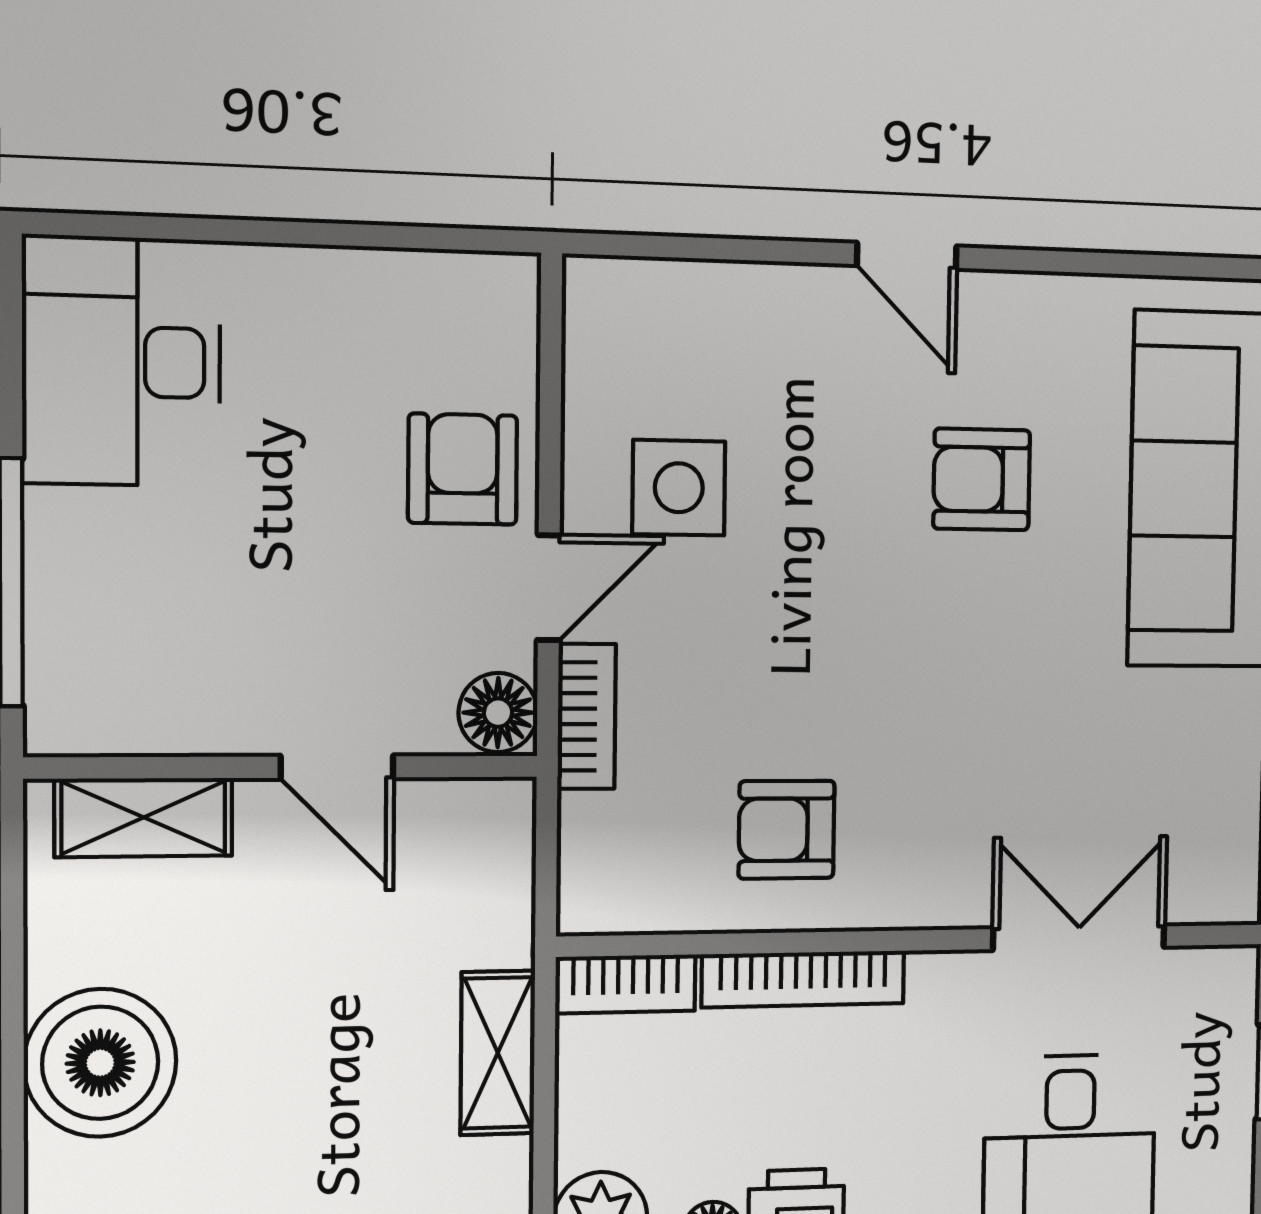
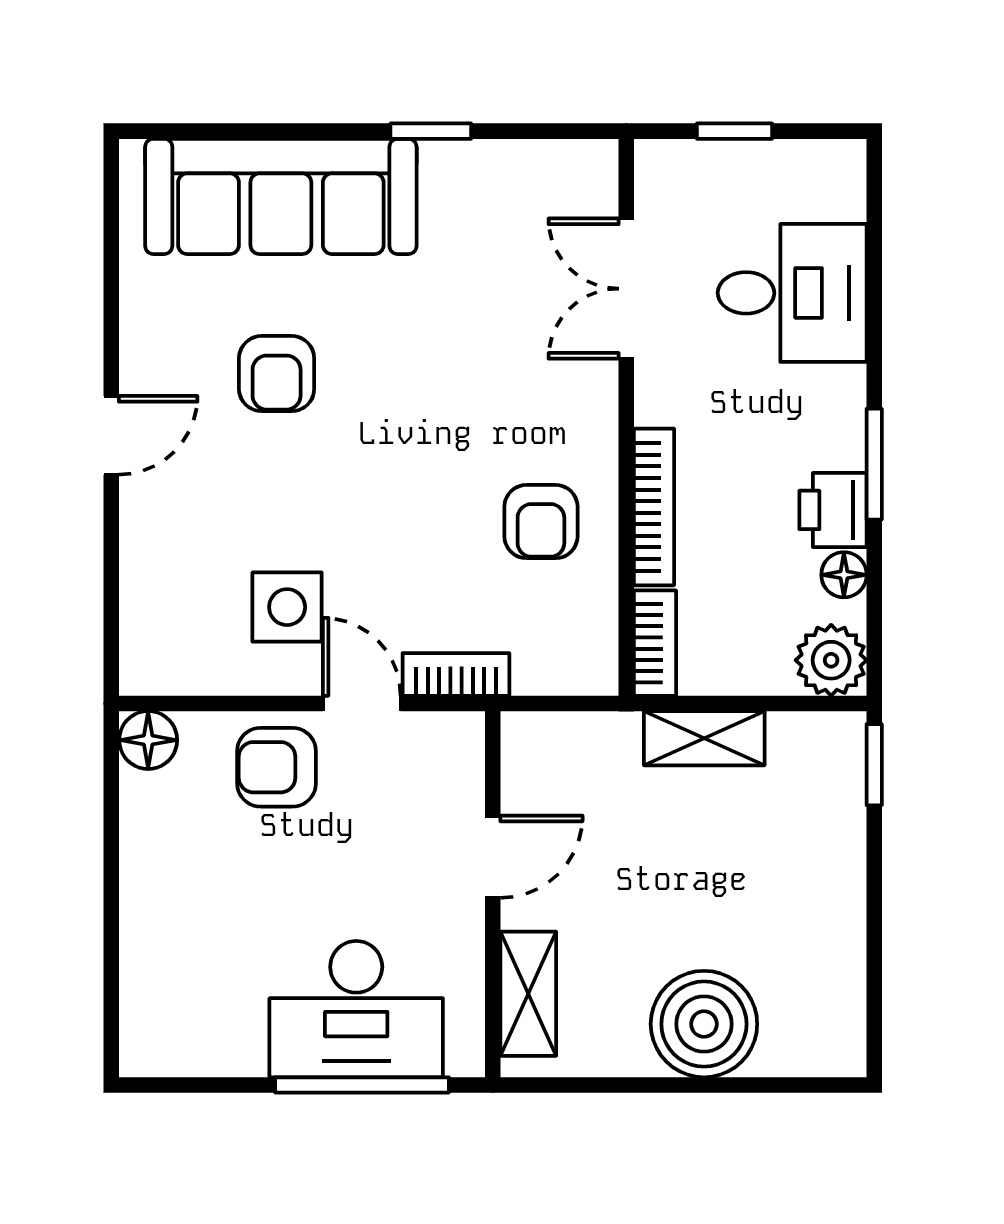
desk: (122, 361) -> (356, 1009), moved
floor lamp: (498, 713) -> (148, 740), moved

